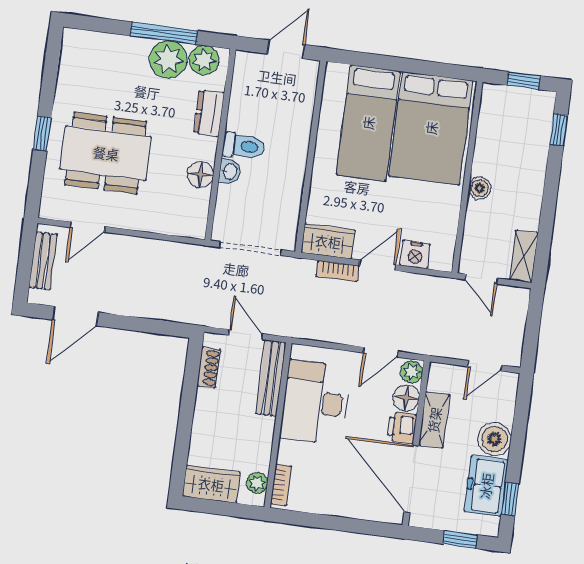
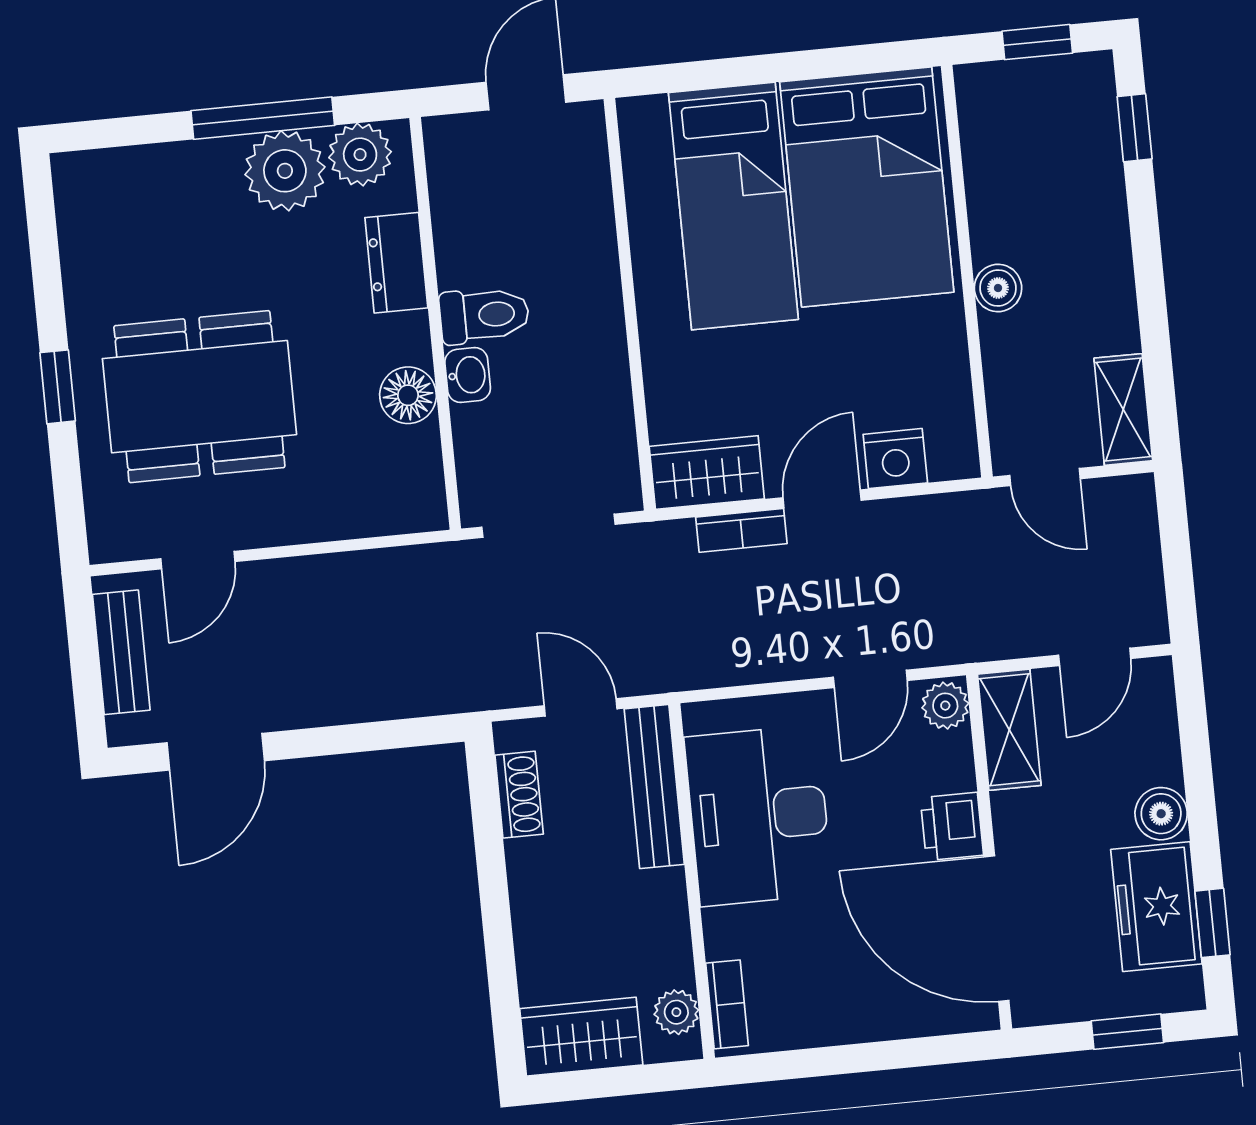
floor lamp: (406, 398) -> (946, 762), removed
shelving: (434, 420) -> (1009, 730), moved
boiler: (494, 439) -> (1161, 814), width x0.73, depth x0.73

